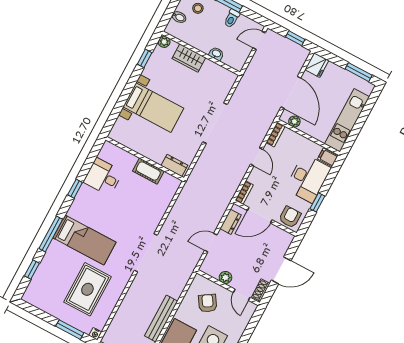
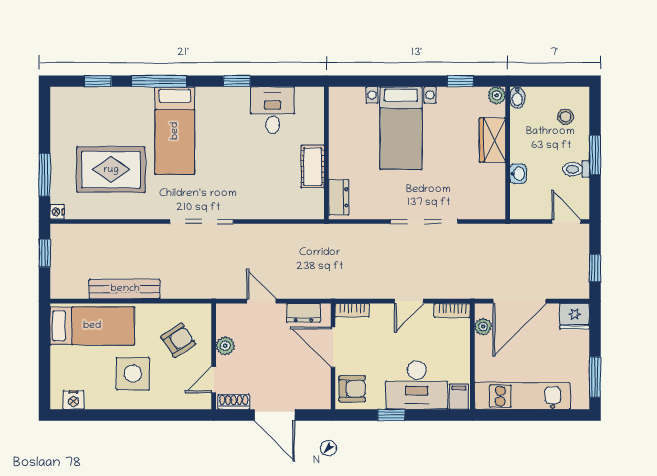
bidet: (179, 17) -> (517, 98), moved

